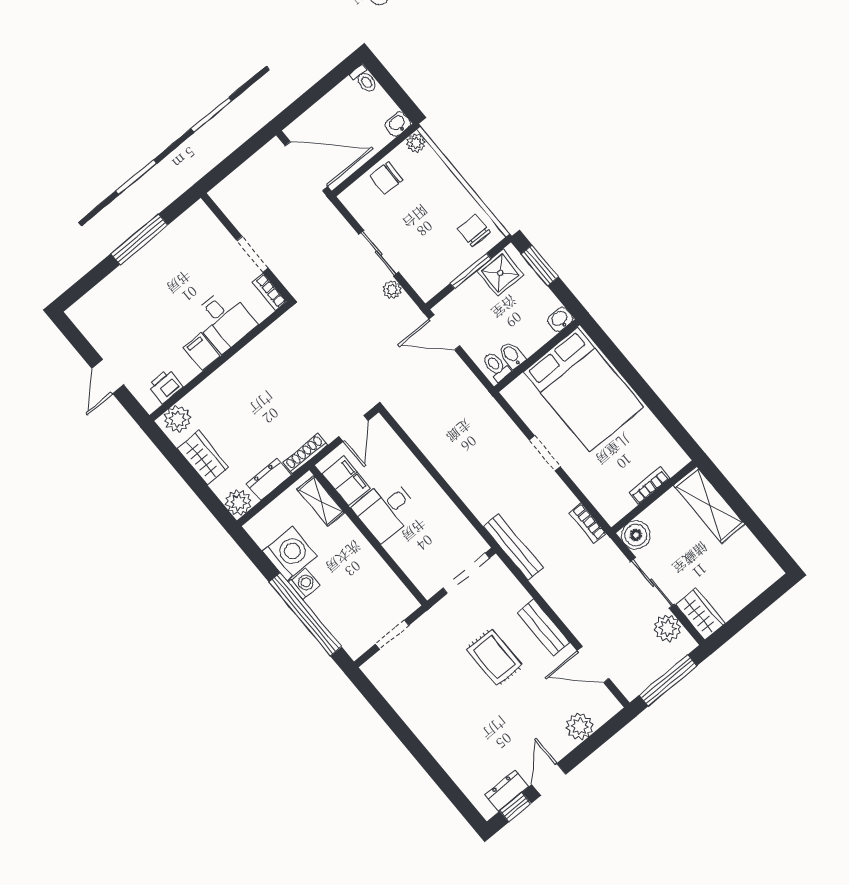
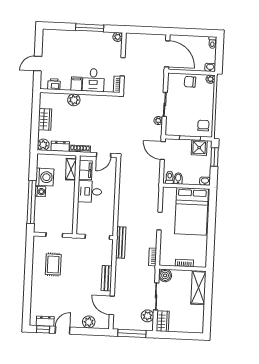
plant: (199, 213) -> (118, 37), added
plant: (177, 419) -> (74, 100), moved
rug: (494, 657) -> (53, 264), moved

